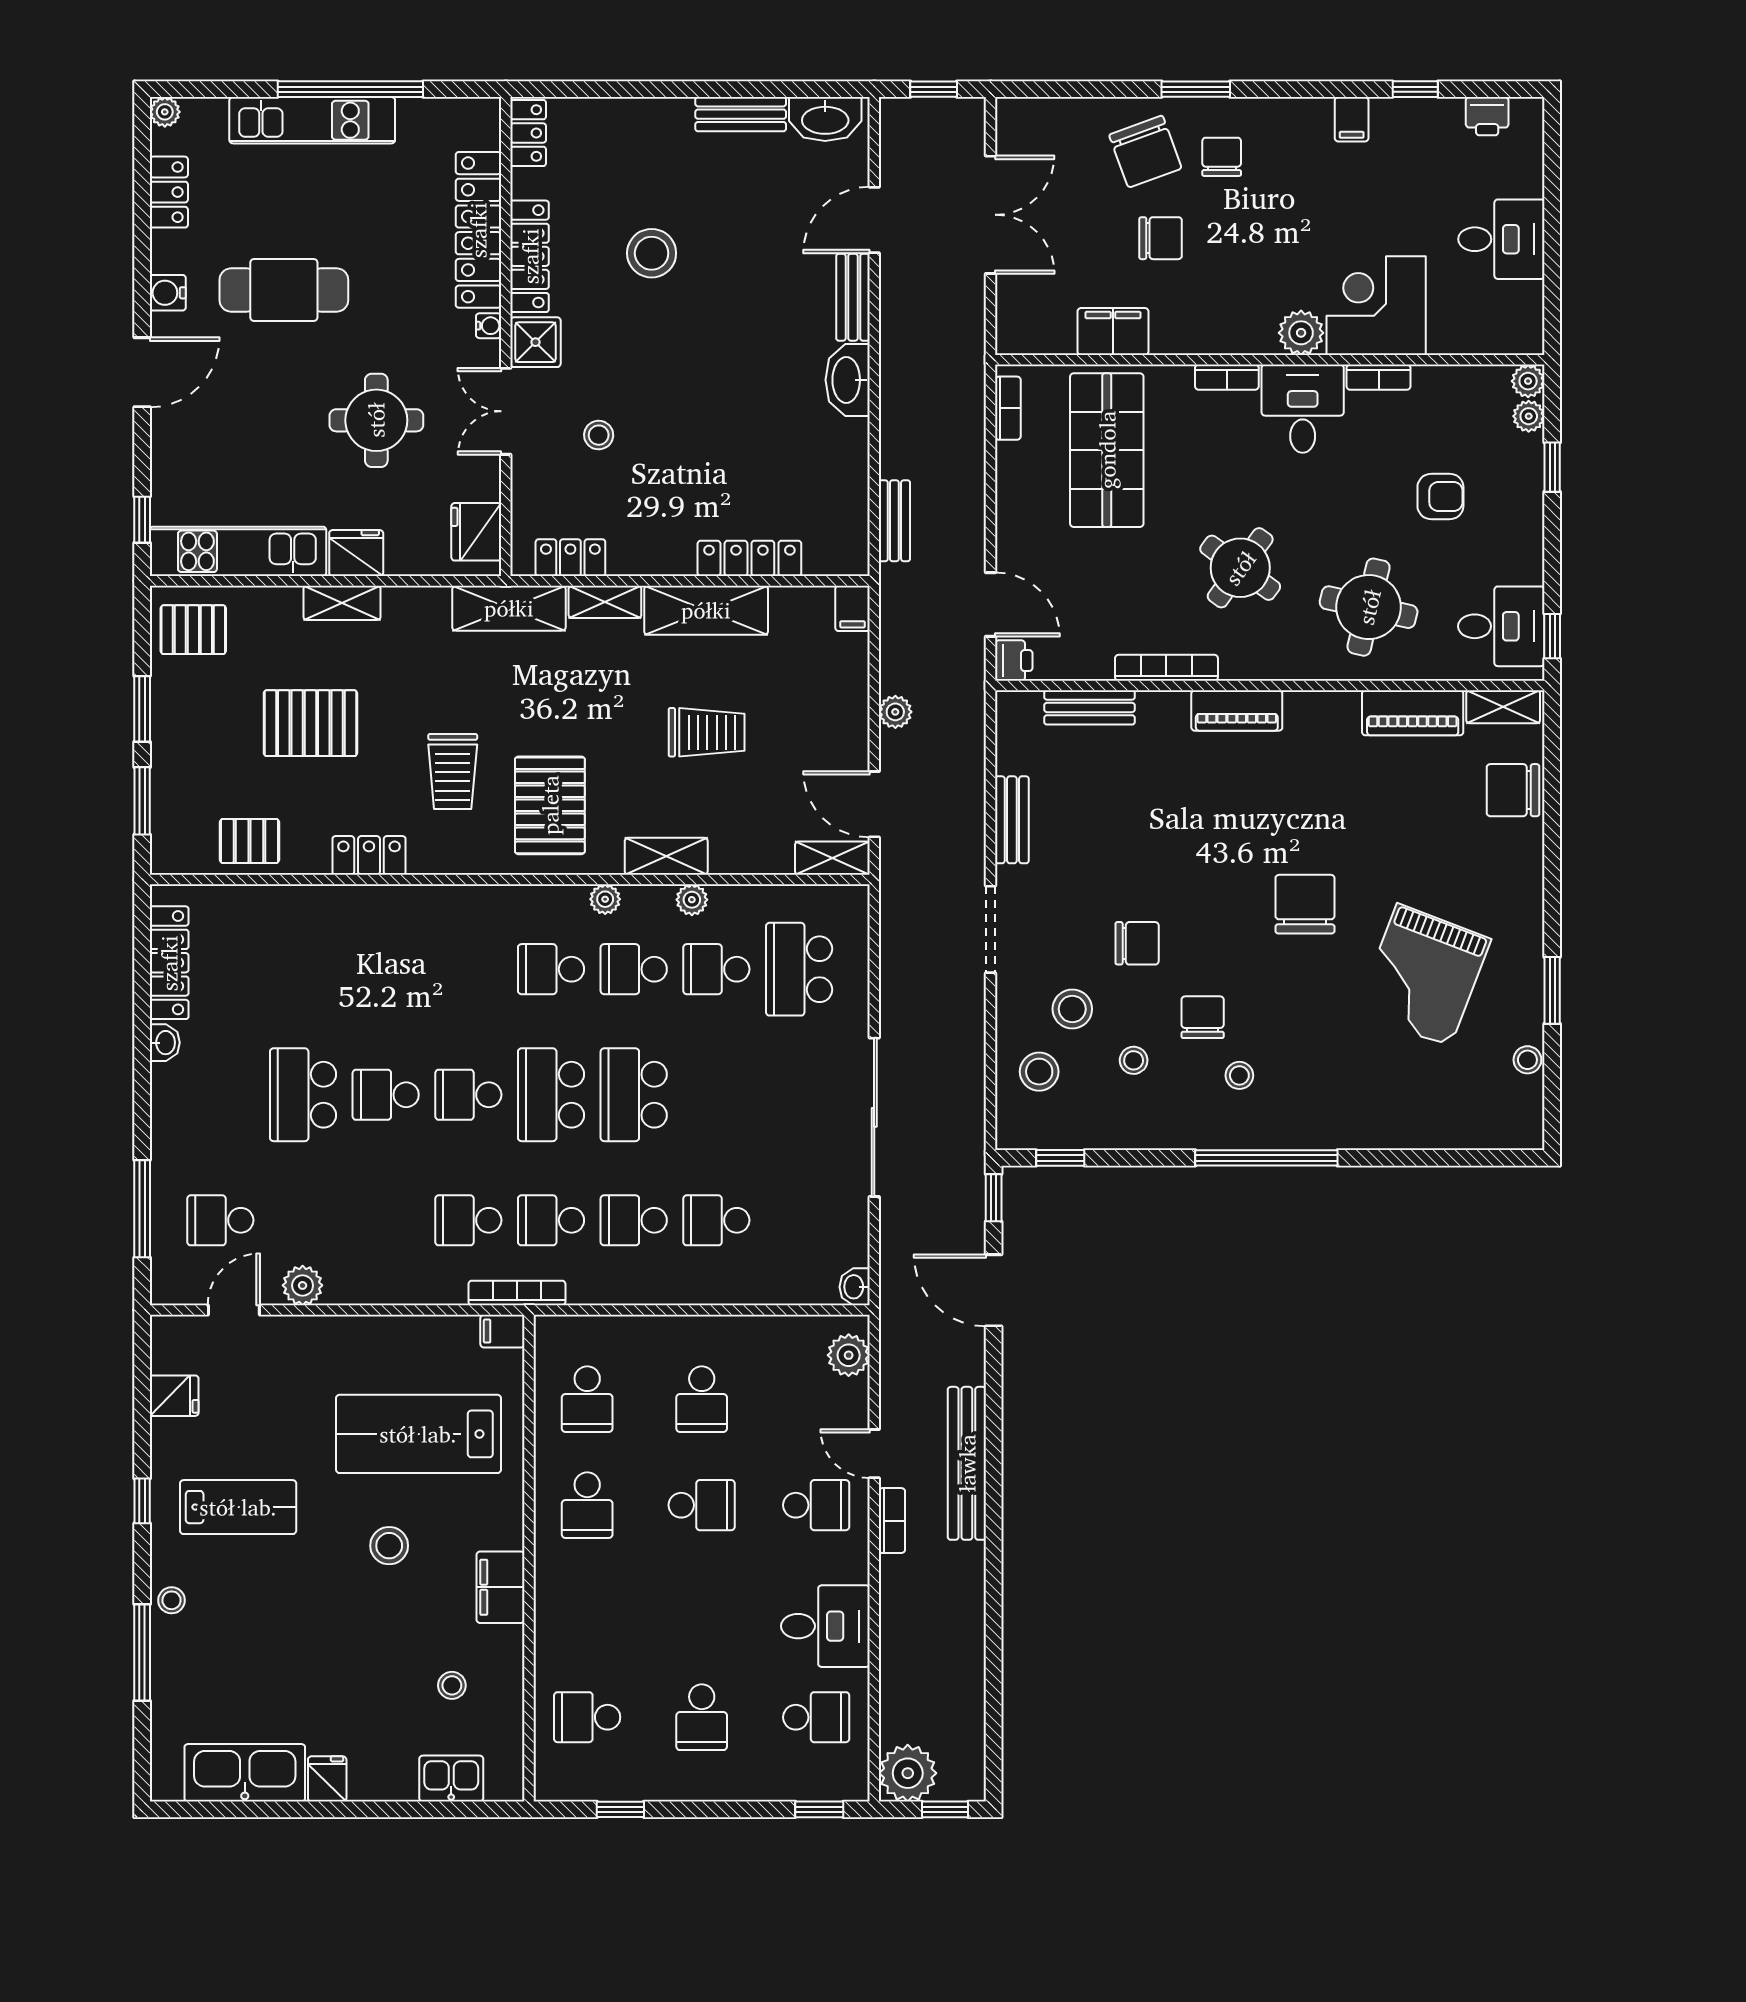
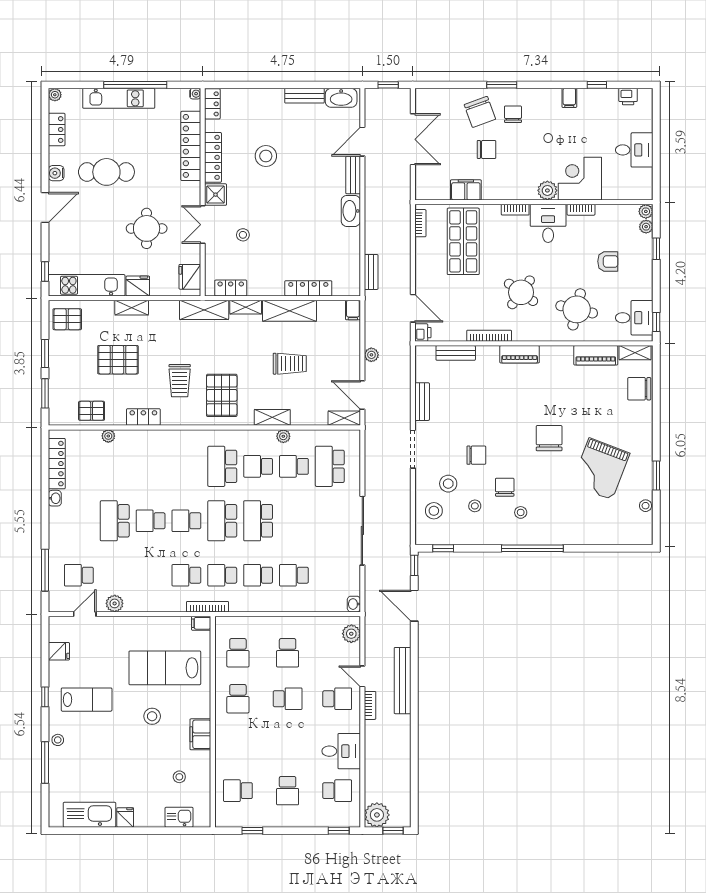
water cooler: (489, 326) -> (195, 94), moved
plant: (605, 899) -> (108, 436), moved
school desk: (551, 969) -> (222, 466), width x1.85

